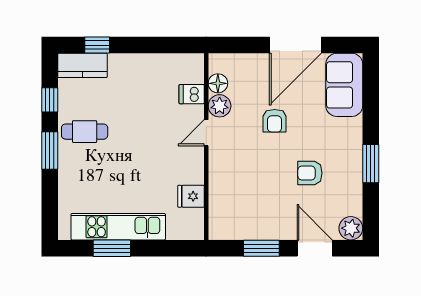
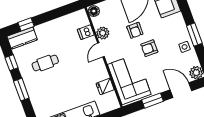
floor lamp: (218, 83) -> (94, 11), moved
cafe table: (85, 132) -> (45, 63), moved
armchair: (310, 173) -> (149, 48), moved
side table: (347, 178) -> (185, 47), added
corner sofa: (236, 199) -> (129, 79), added

